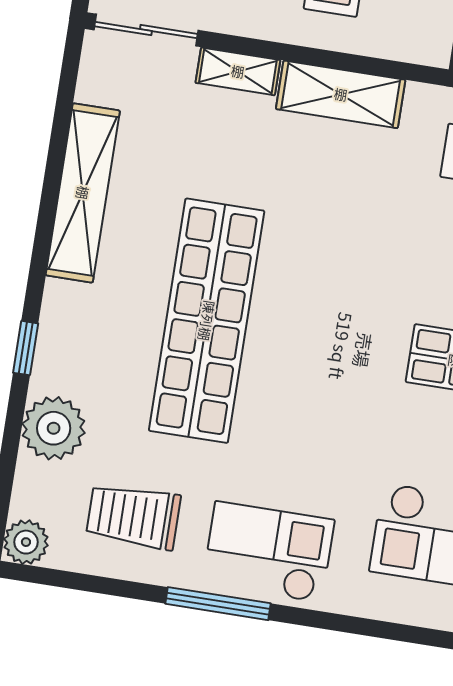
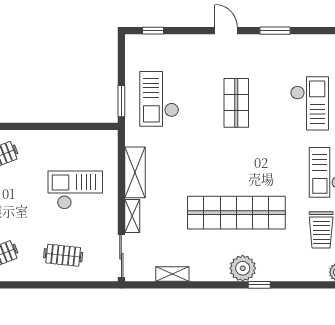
shelving: (83, 193) -> (172, 274), width x0.45, depth x0.75
plant: (54, 428) -> (243, 268), moved

